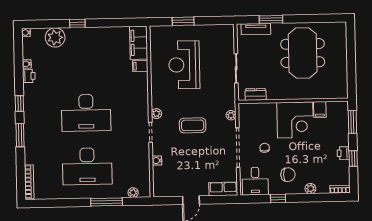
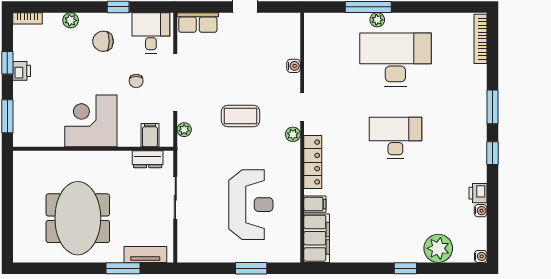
locker: (142, 95) -> (313, 162), added
filing cabinet: (320, 110) -> (150, 135), moved
desk: (86, 113) -> (395, 138), width x0.73, depth x0.77
plant: (133, 193) -> (377, 20), moved

